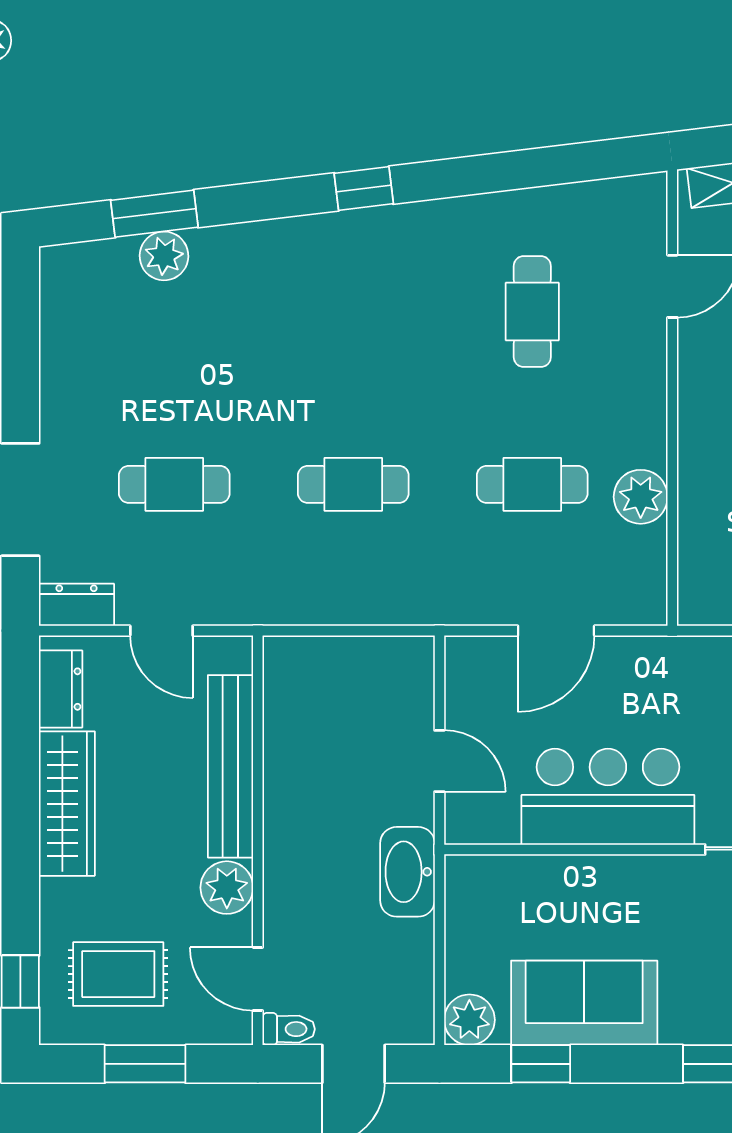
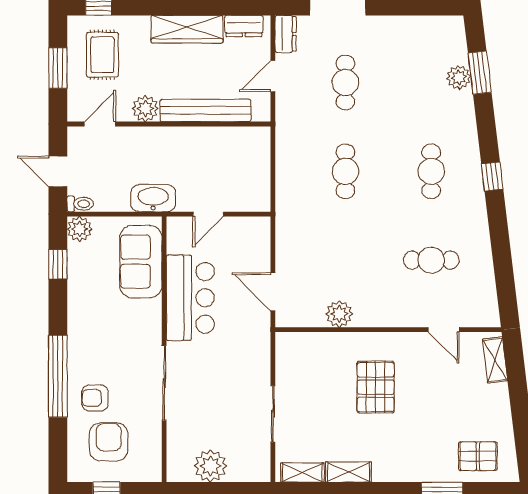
cafe table: (532, 484) -> (431, 171), moved
door: (556, 631) -> (273, 292), moved
sofa: (584, 1003) -> (141, 262), moved, turned 180
toilet: (289, 1029) -> (80, 204), moved, turned -90

